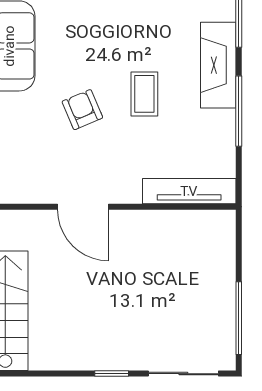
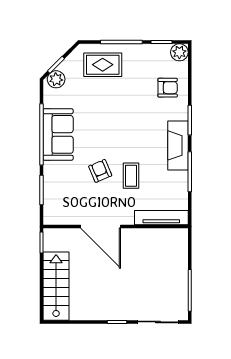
coffee table: (144, 94) -> (131, 176), moved
door: (83, 207) -> (101, 226), width x1.36

